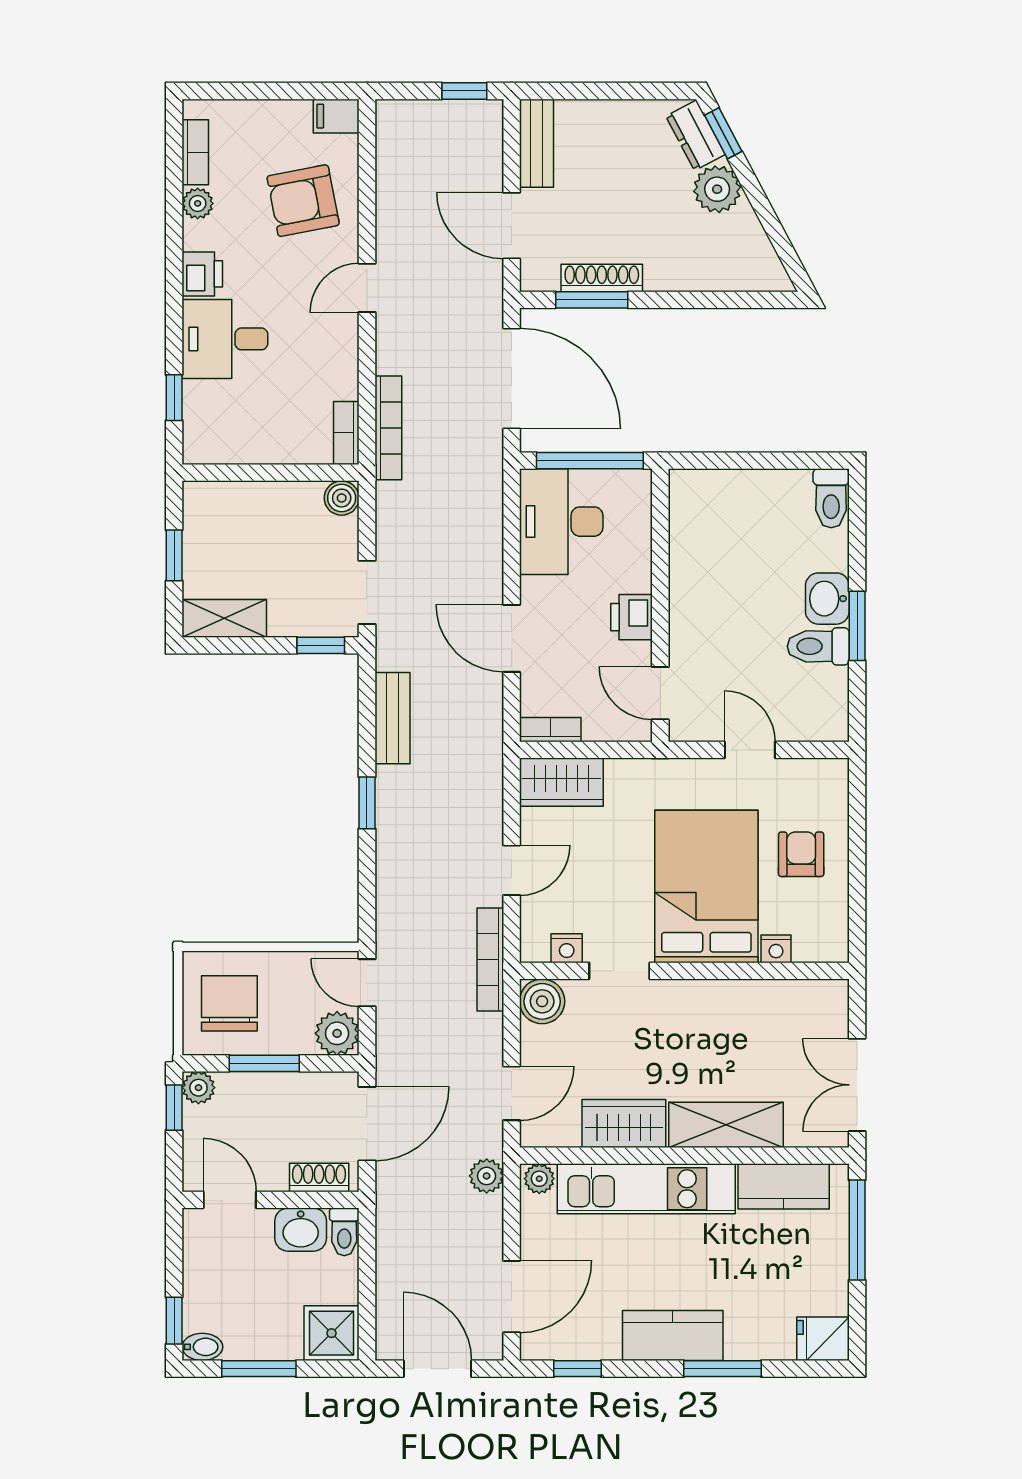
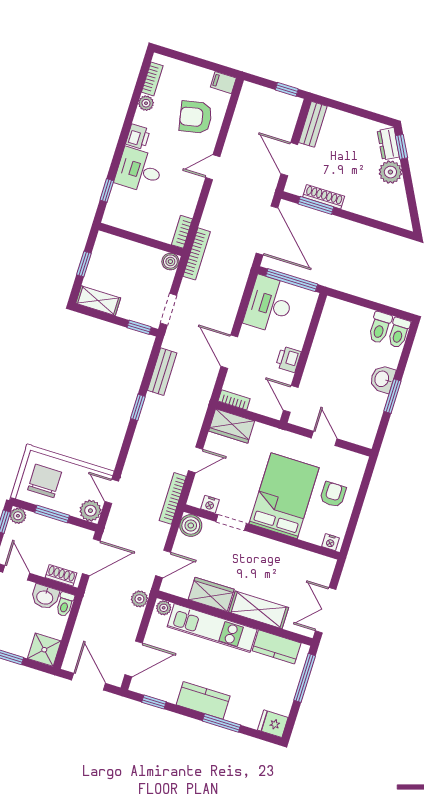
bookcase: (388, 428) -> (197, 254), moved
toilet: (818, 646) -> (380, 328), moved, turned -90
nightstand: (776, 949) -> (331, 542), moved

